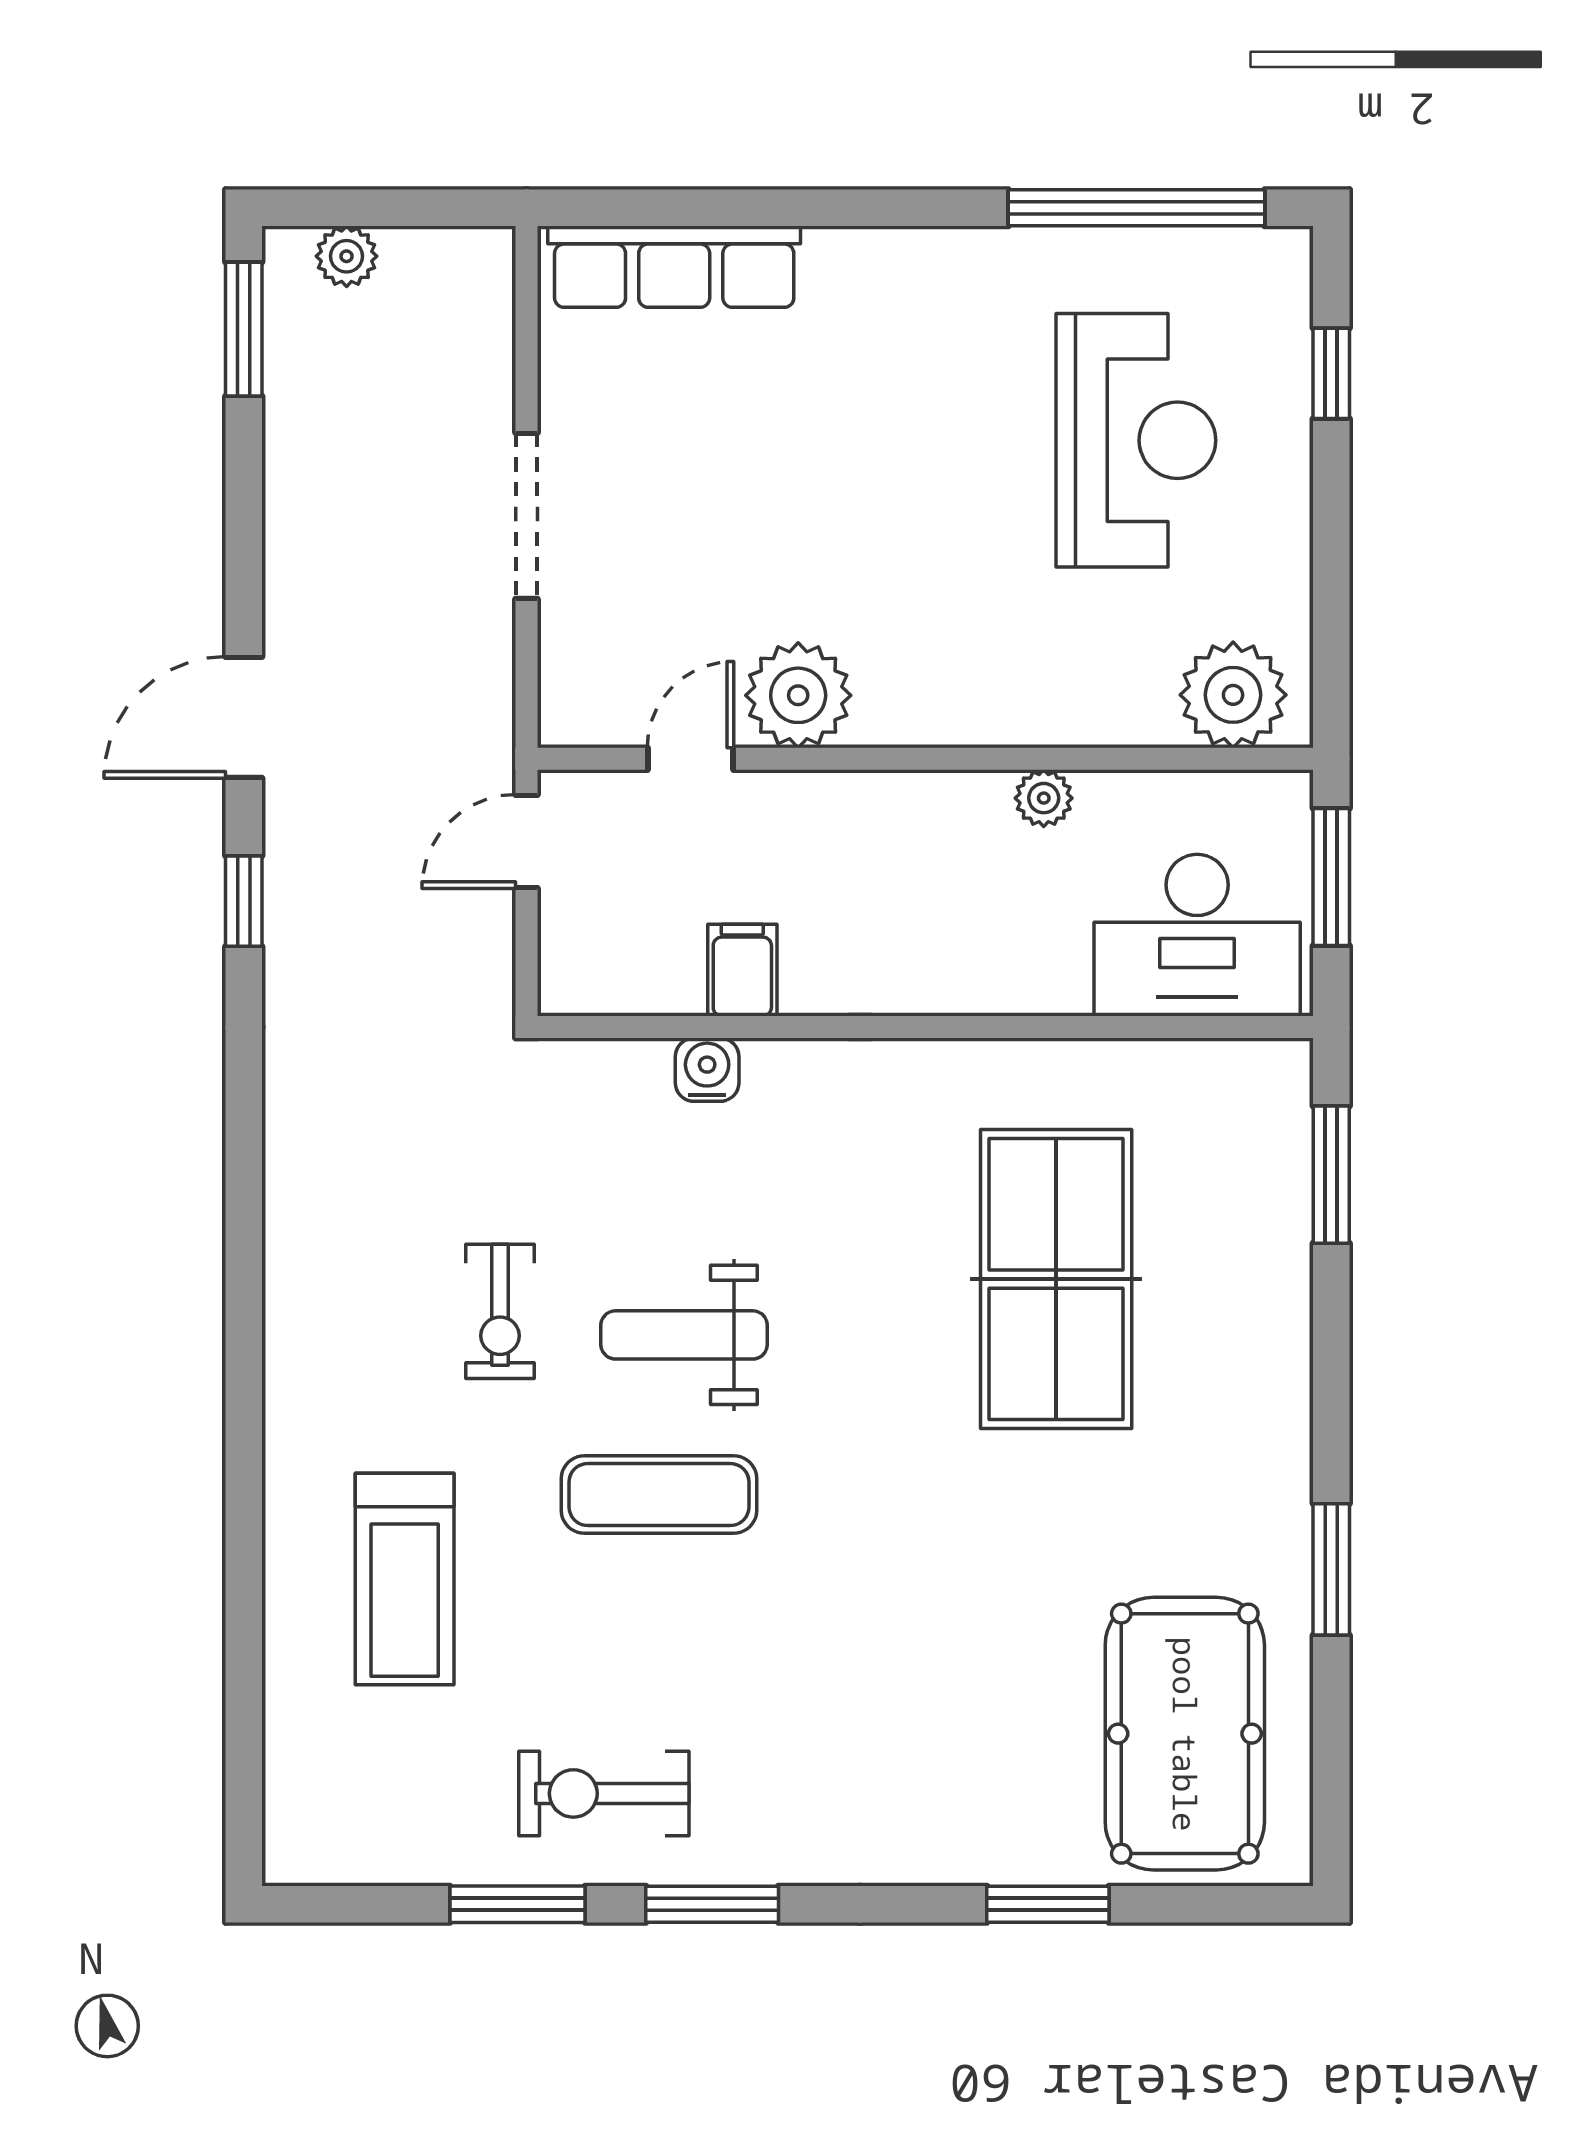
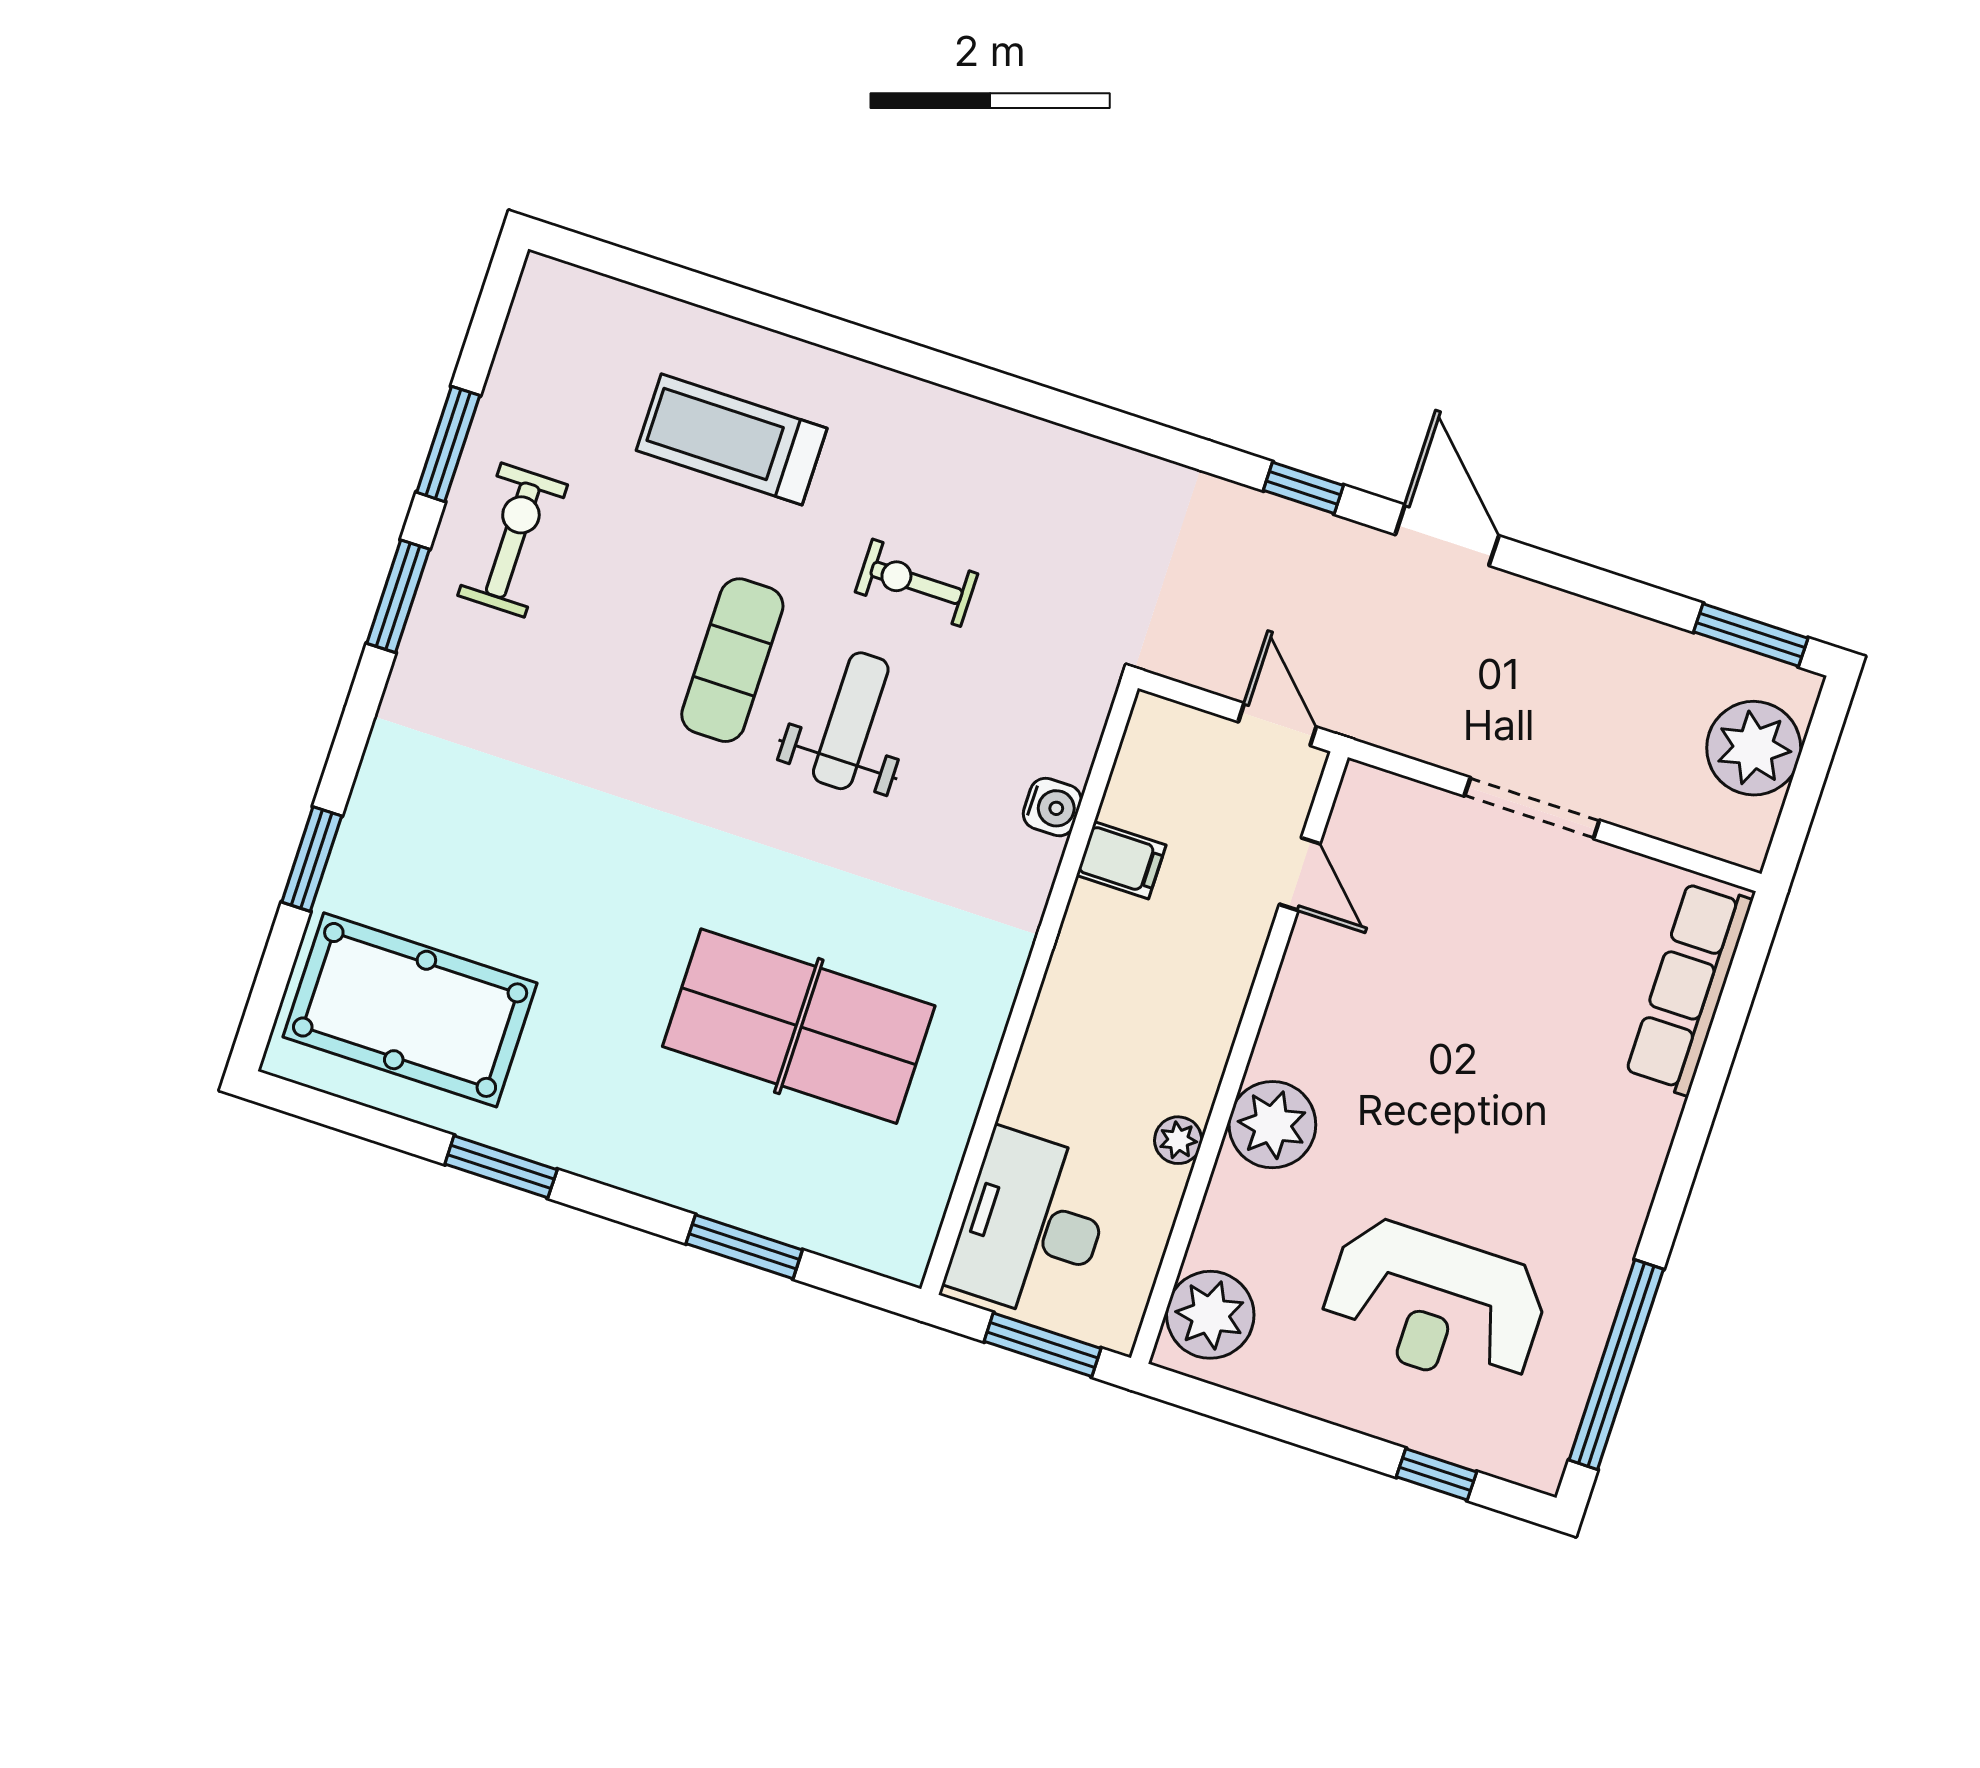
plant: (347, 256) -> (1754, 748), width x1.87, depth x1.87
plant: (798, 695) -> (1272, 1125), moved
window: (1331, 1175) -> (744, 1247), moved

